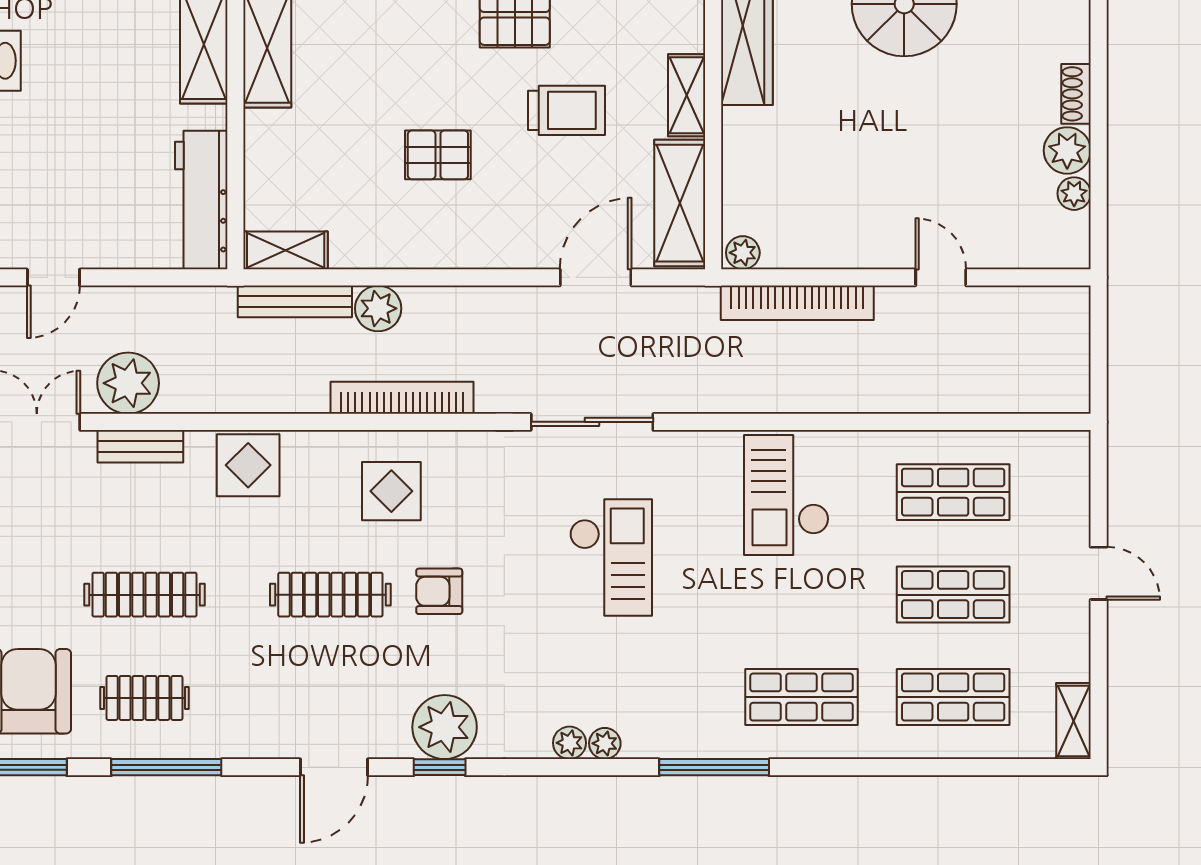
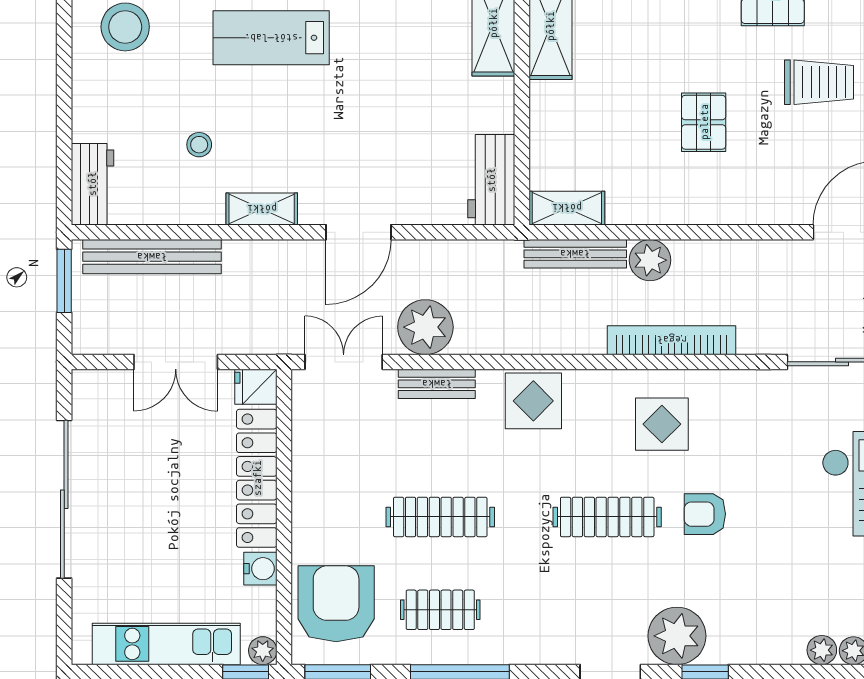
pallet: (438, 155) -> (704, 122), turned 90
workbench: (201, 200) -> (491, 180), width x0.73
door: (53, 277) -> (358, 232), width x1.38
plant: (445, 727) -> (677, 636), moved

